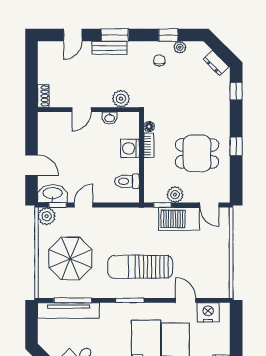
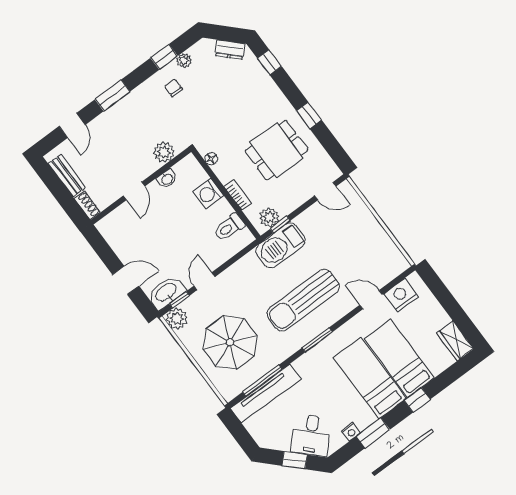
bench: (109, 48) -> (67, 176), moved, turned 90
bookcase: (149, 145) -> (238, 195), moved
plant: (175, 195) -> (269, 217), moved
barbecue: (179, 219) -> (280, 245), moved

